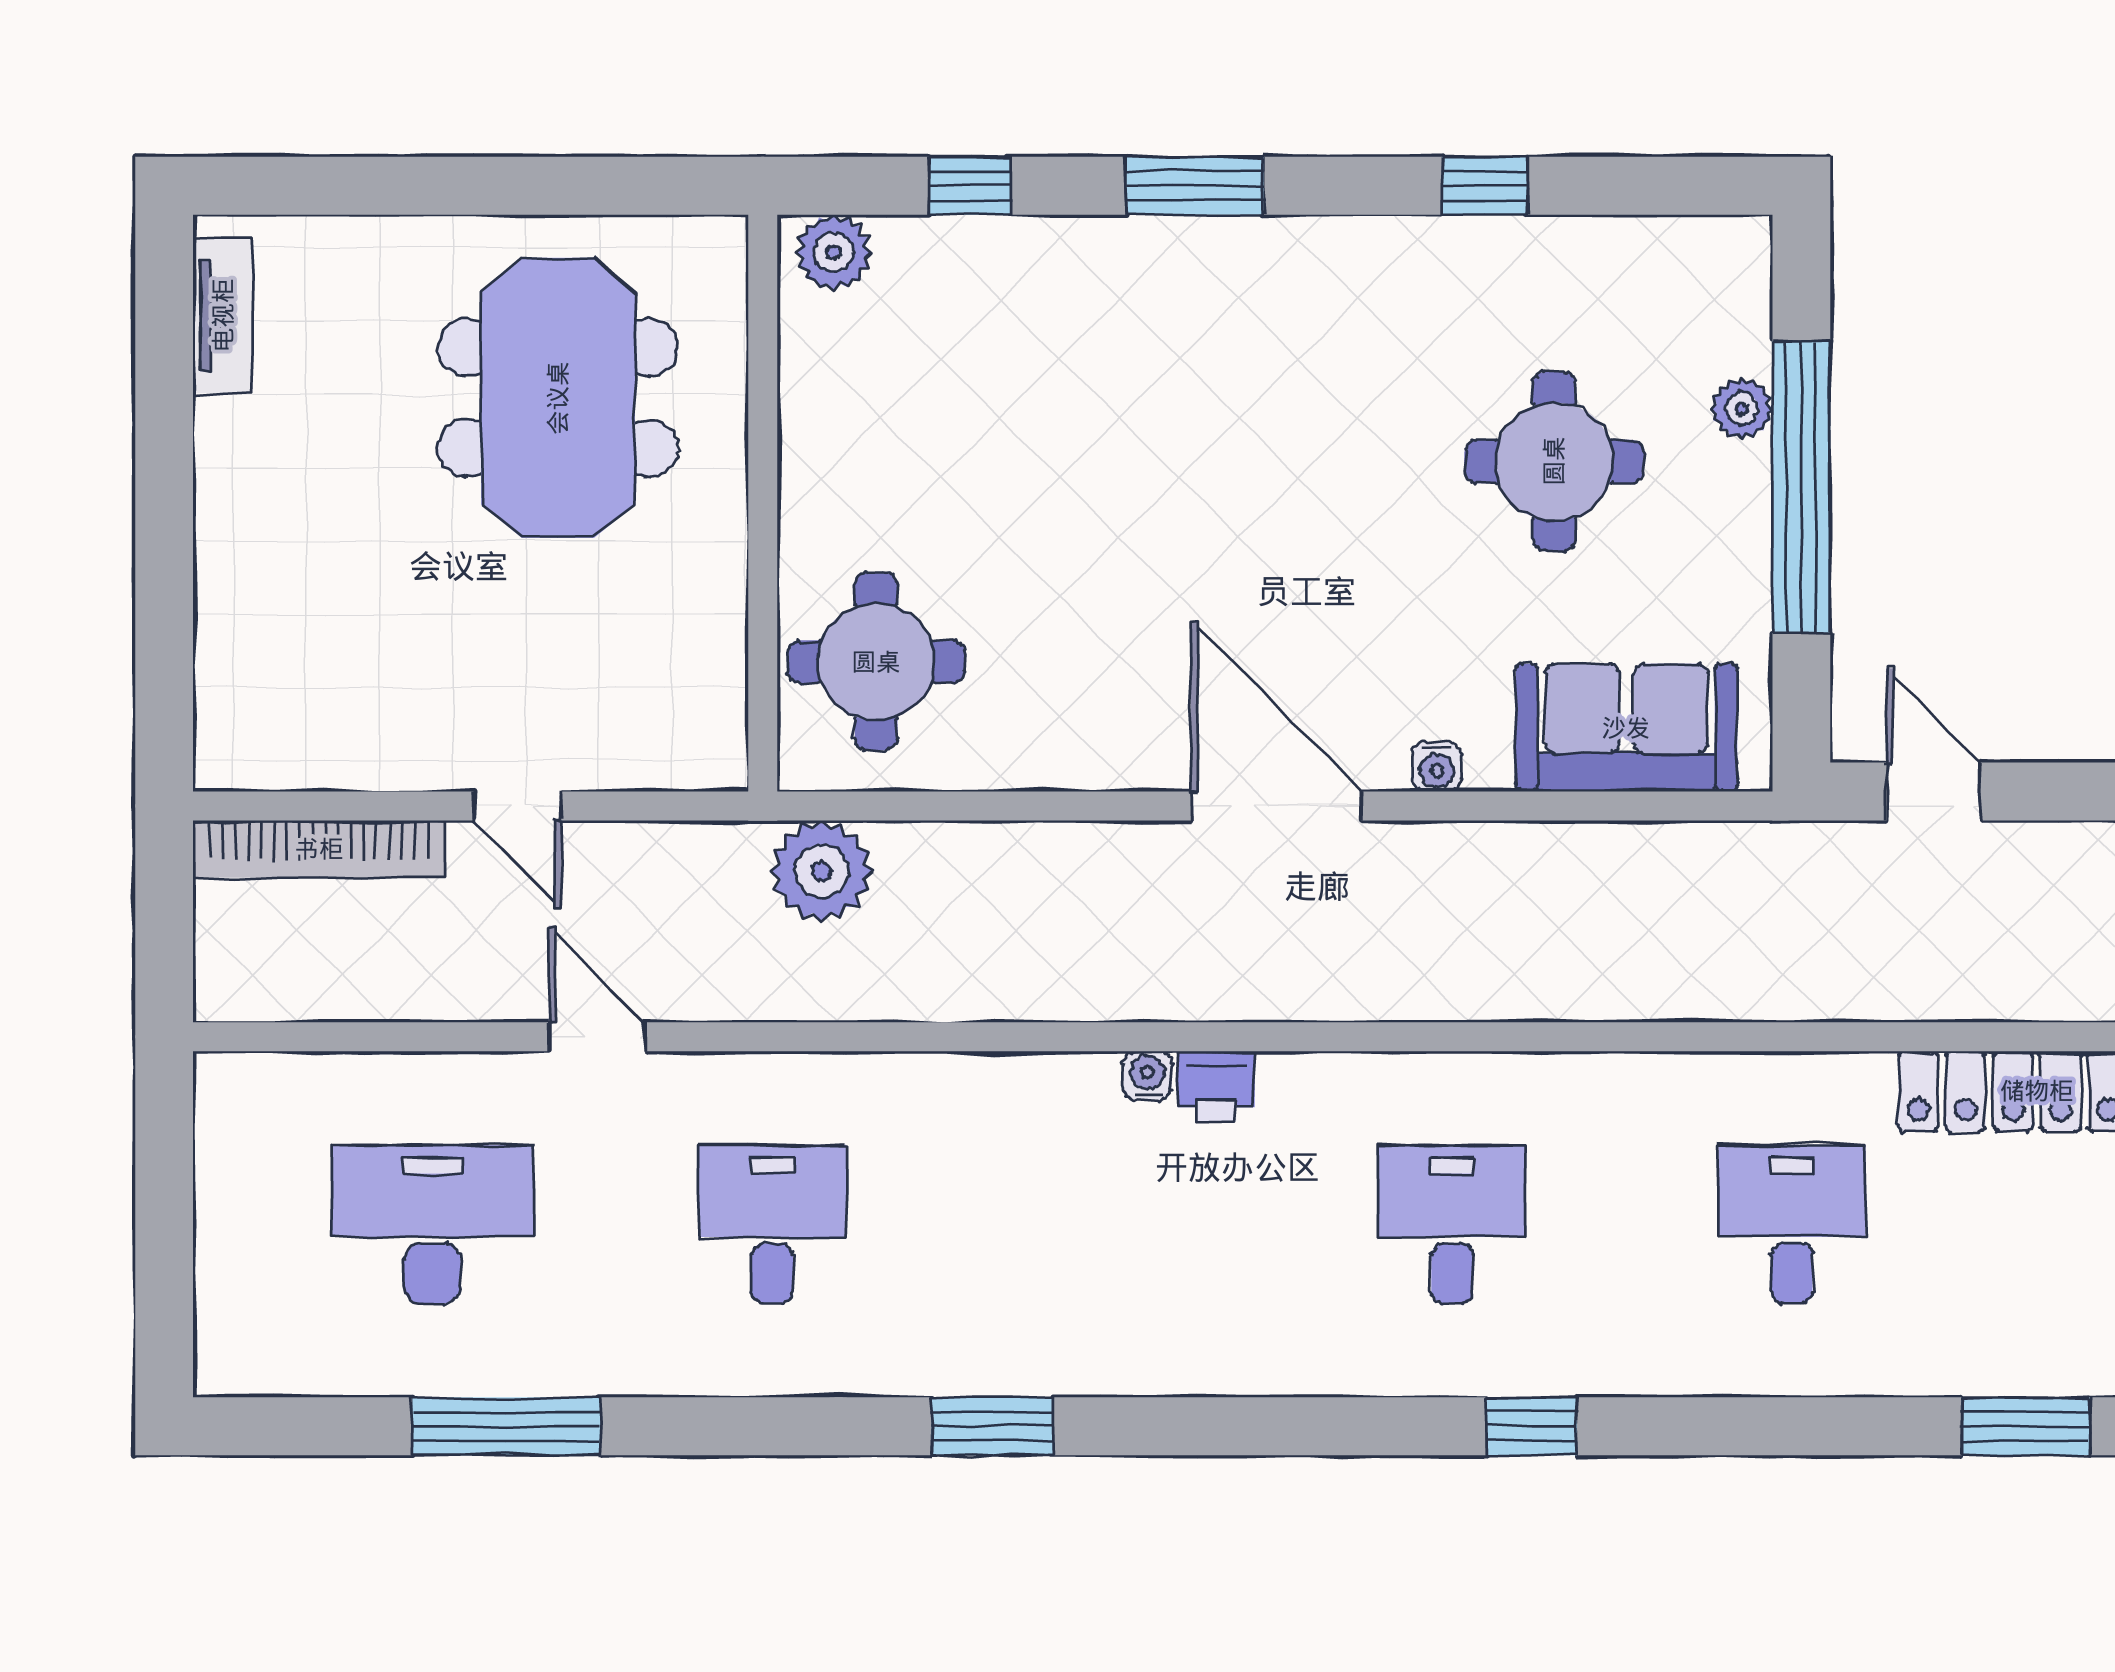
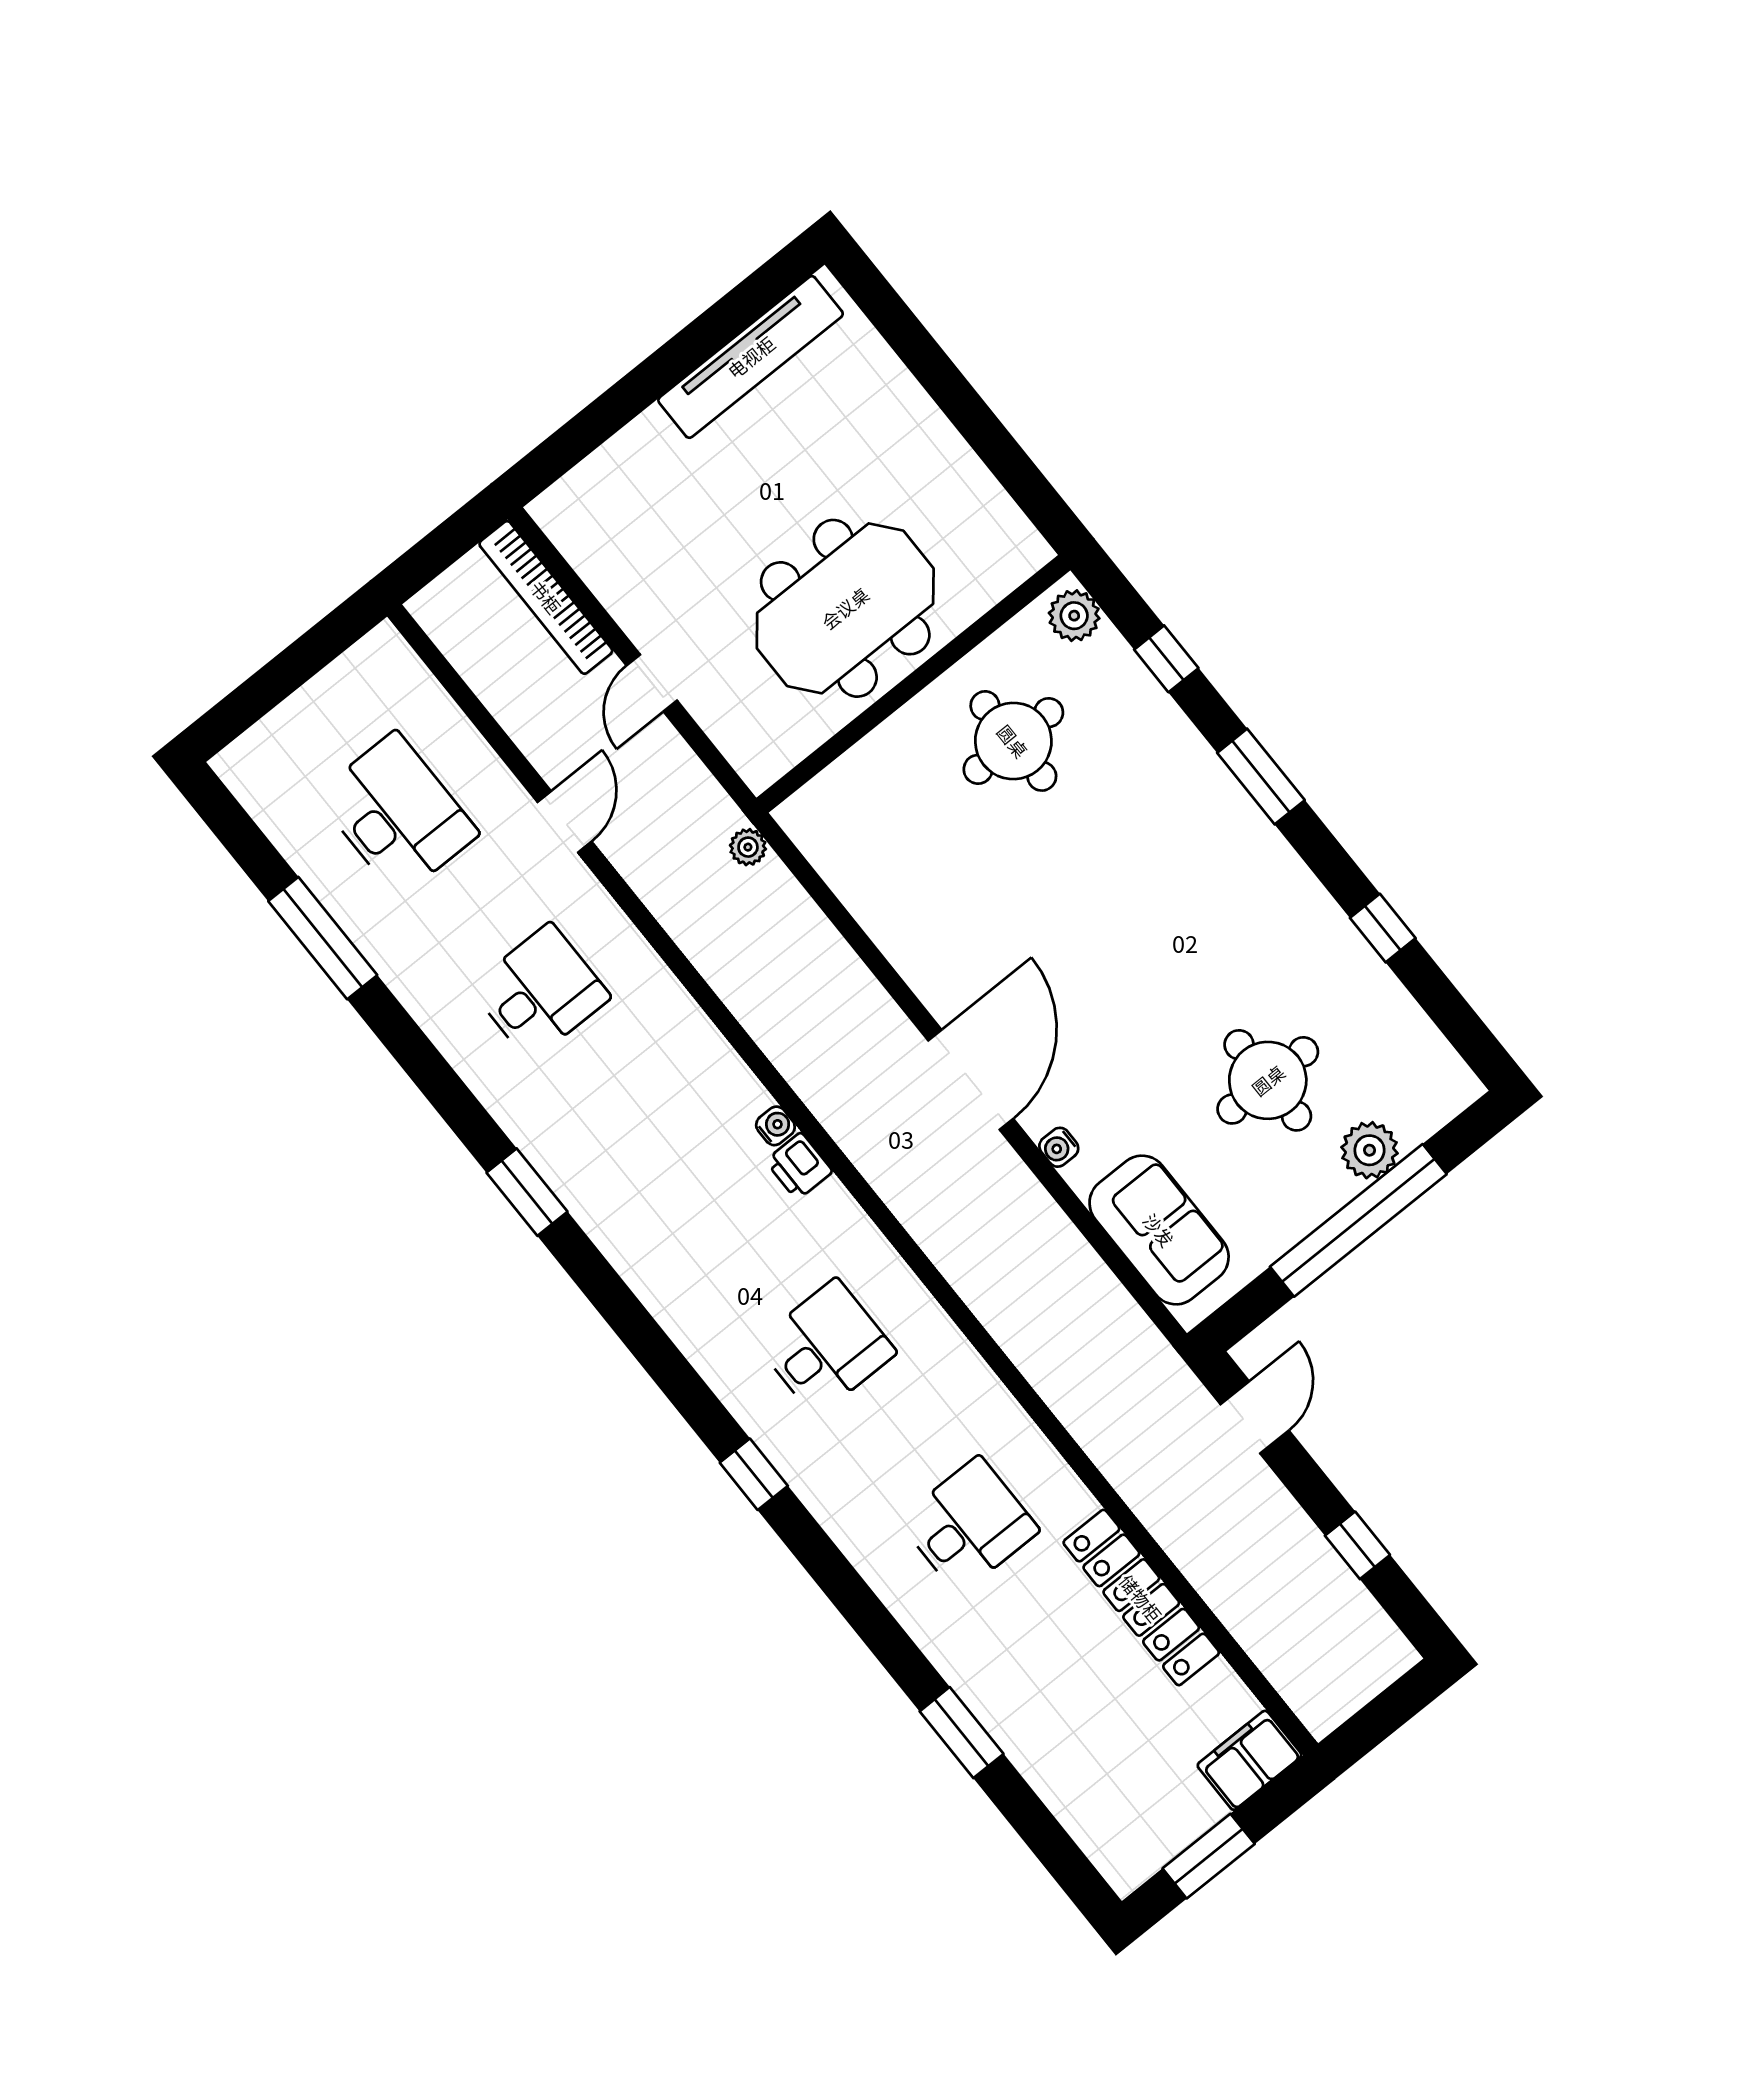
tv unit: (223, 315) -> (751, 357), width x1.92, depth x1.29
meeting table: (558, 398) -> (845, 608), moved
plant: (1742, 409) -> (1369, 1150), width x1.38, depth x1.38
round table: (876, 662) -> (1013, 741), moved
plant: (822, 871) -> (748, 847), width x0.53, depth x0.53

